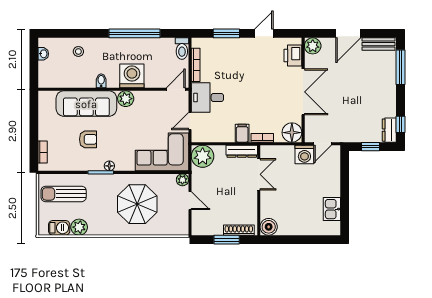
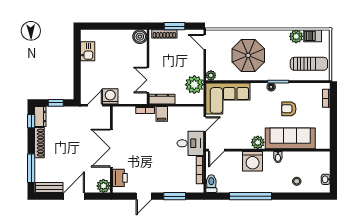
shoe rack: (390, 98) -> (39, 143), added
floor lamp: (292, 133) -> (121, 114), removed
plant: (203, 156) -> (194, 85), moved
door: (190, 201) -> (205, 42), moved

